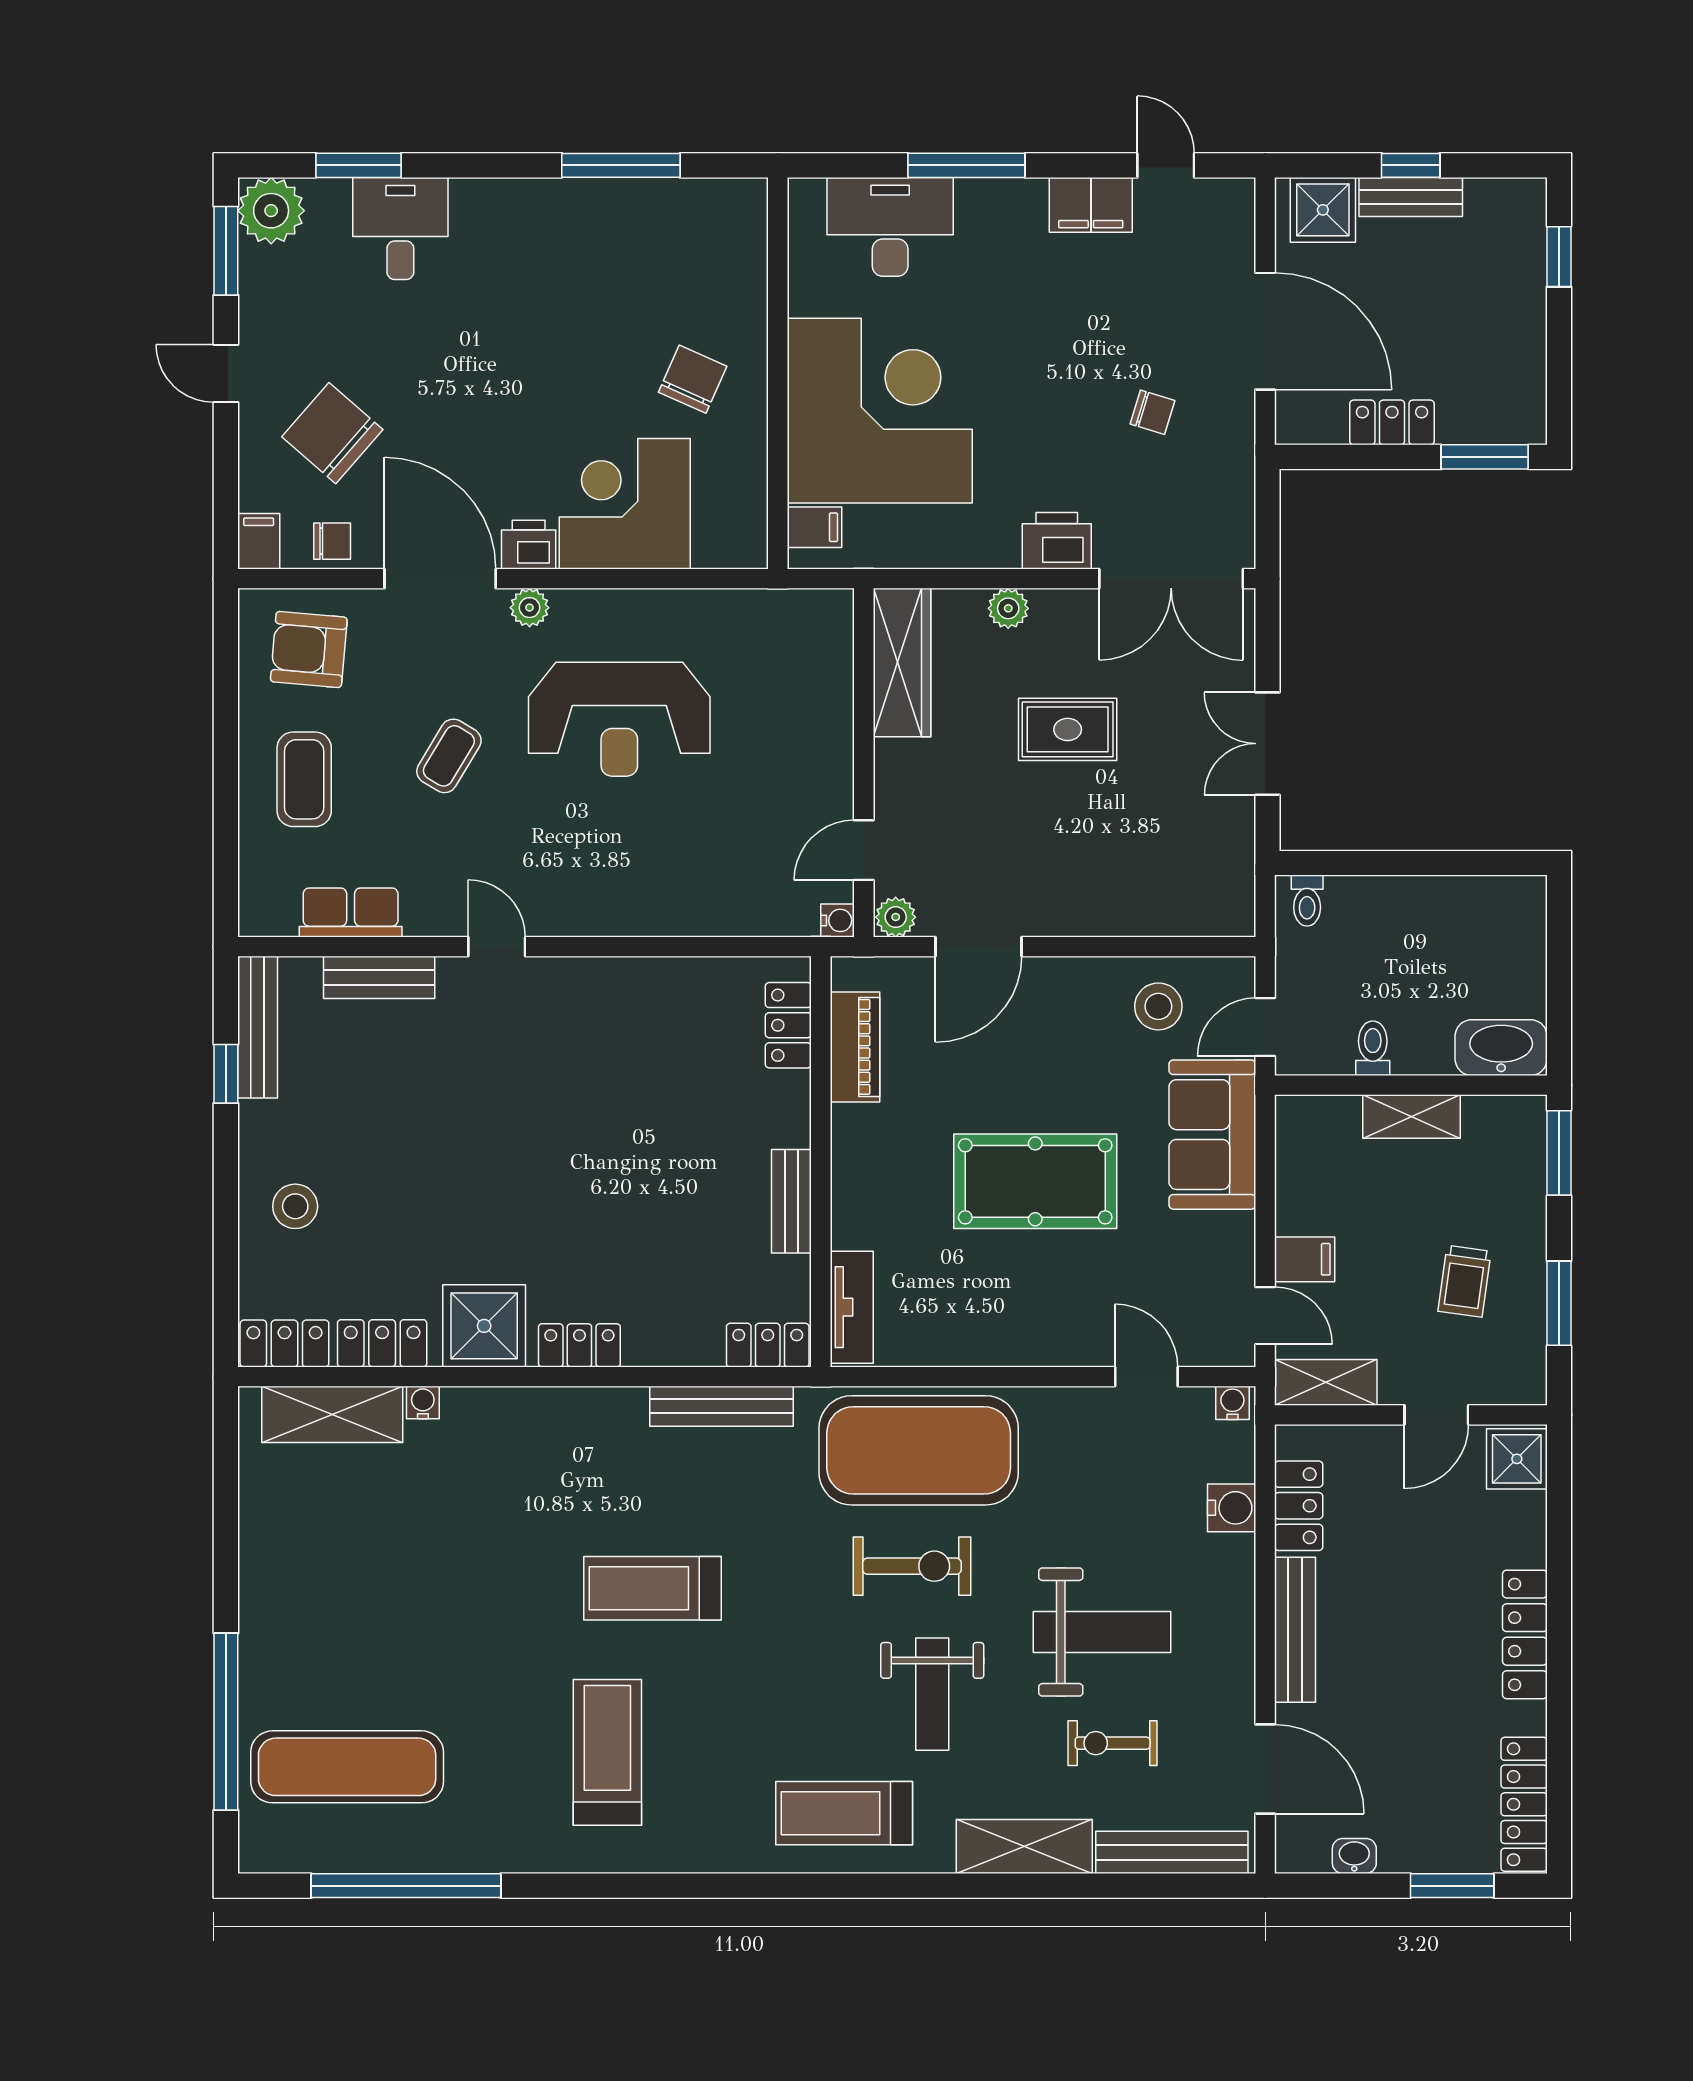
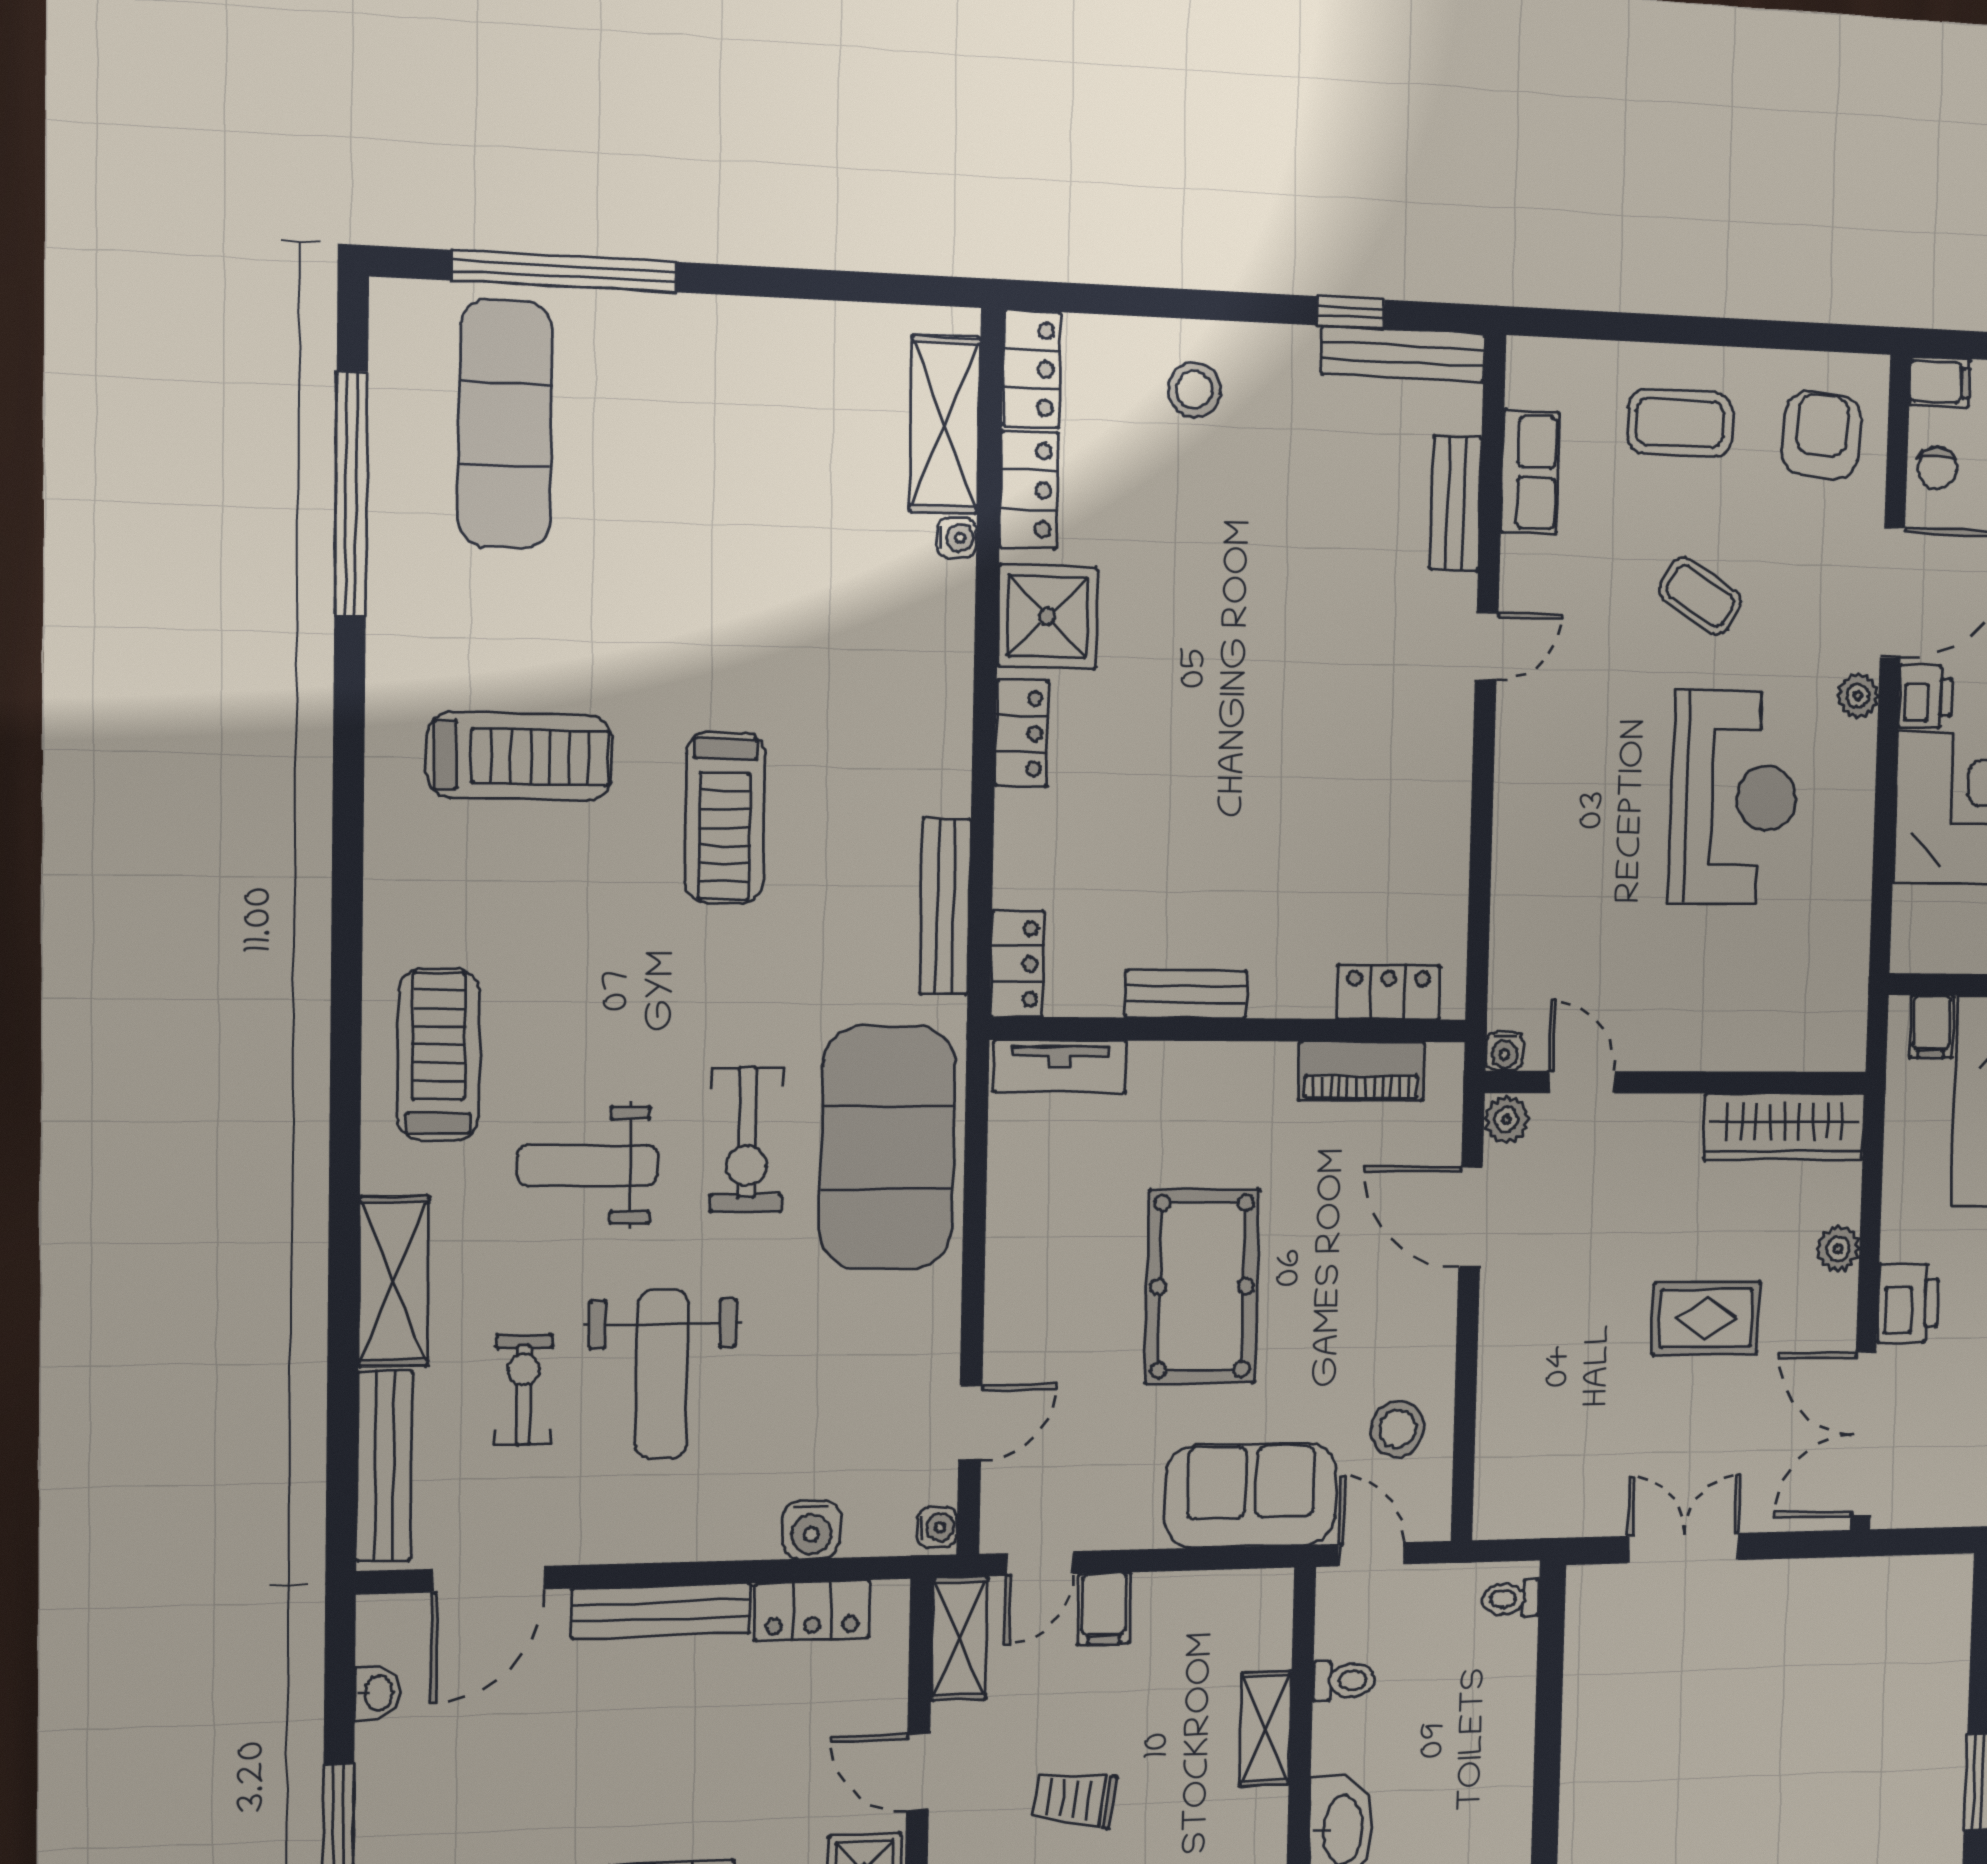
reception desk: (619, 719) -> (1734, 798), turned 180
rug: (1068, 729) -> (1706, 1318), turned 90
treadmill: (653, 1588) -> (725, 818), turned 180

